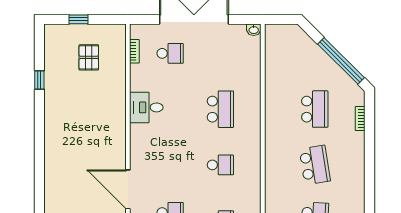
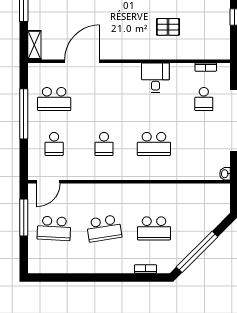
pallet: (89, 57) -> (168, 27), moved

